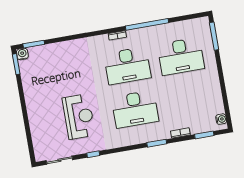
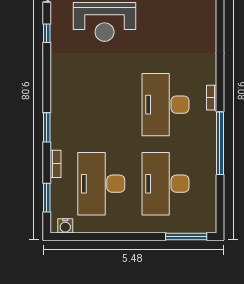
desk: (135, 109) -> (101, 184), moved

